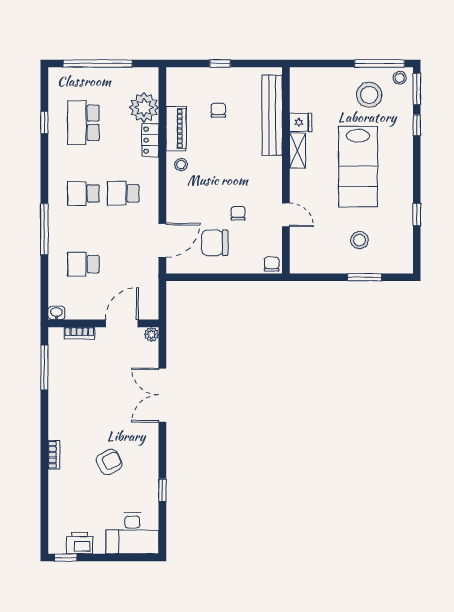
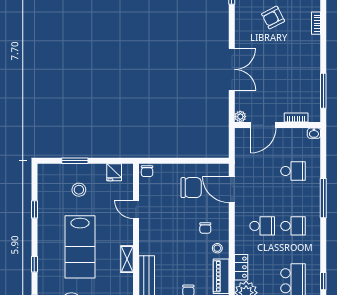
fridge: (301, 122) -> (114, 172), moved, turned -90
window: (417, 125) -> (34, 264), moved
lab bench: (358, 166) -> (80, 247), turned 180
chair: (238, 213) -> (205, 228), moved
door: (162, 240) -> (232, 190), hinge flipped

